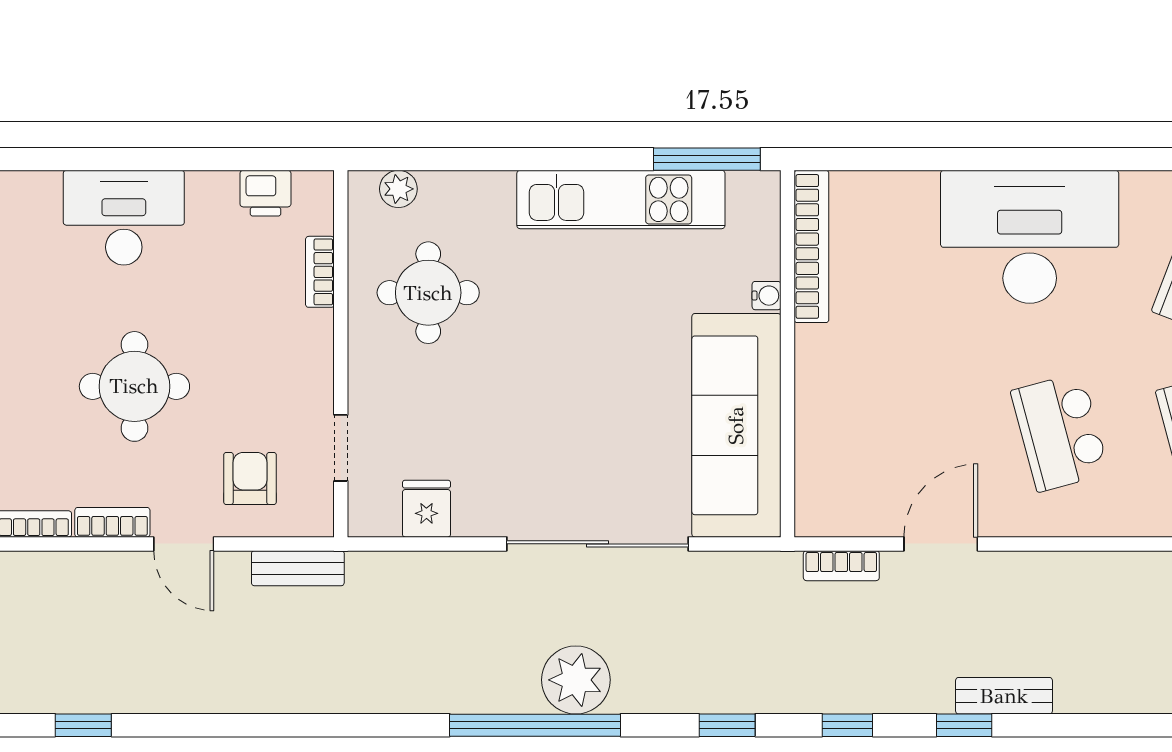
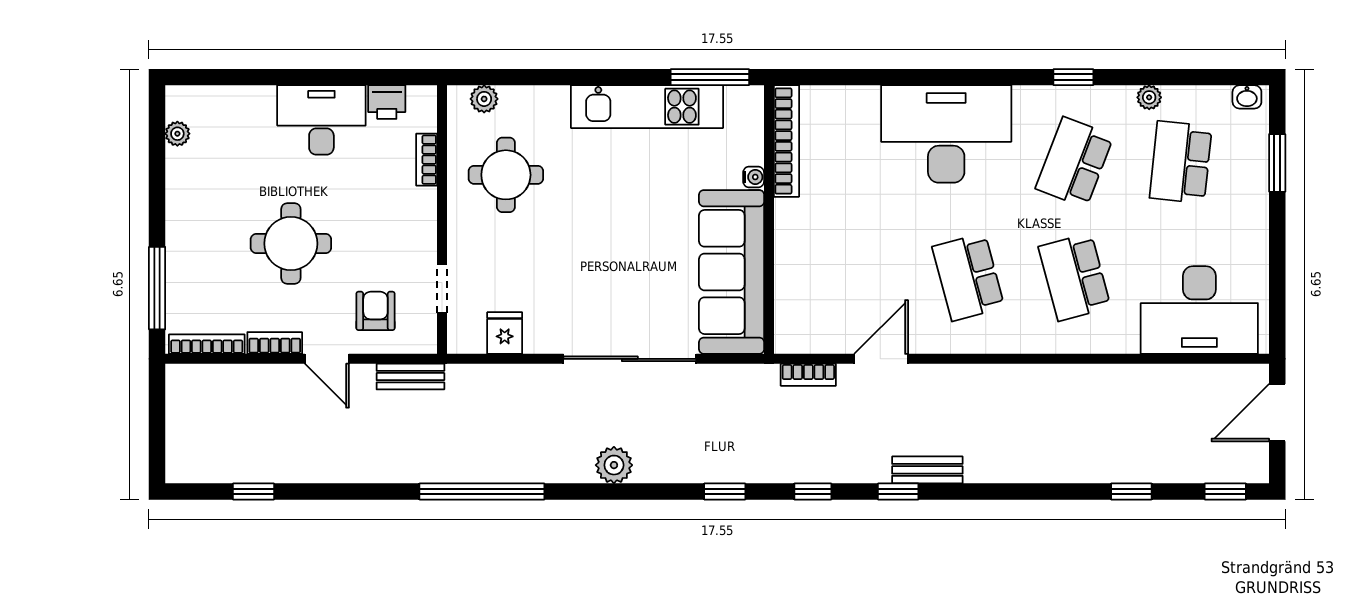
desk: (124, 218) -> (321, 120), moved
plant: (576, 680) -> (614, 465), width x0.73, depth x0.73
window: (535, 725) -> (482, 492), moved

